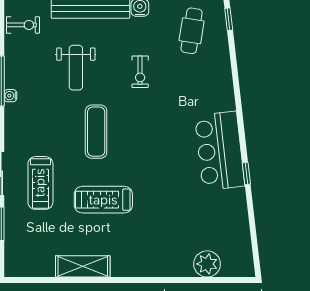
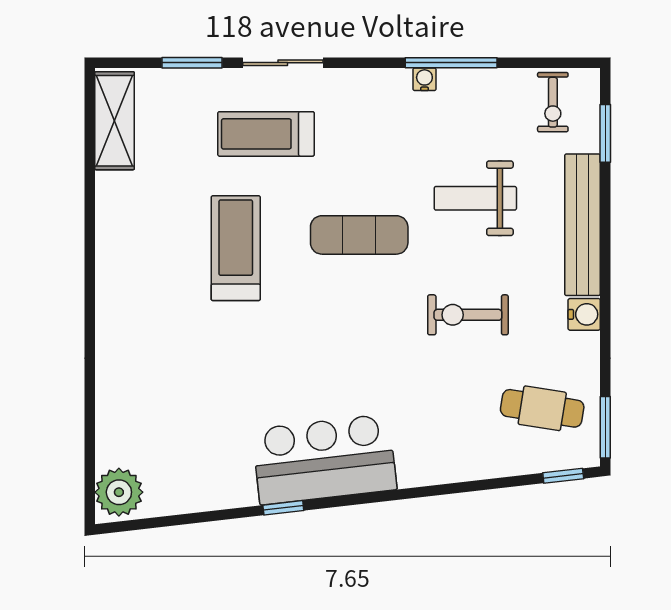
exercise bike: (140, 72) -> (468, 315), width x1.38, depth x1.39
plant: (207, 264) -> (119, 492), moved
shelving: (83, 266) -> (115, 121), moved

